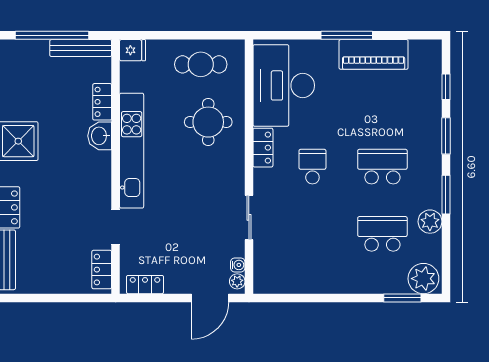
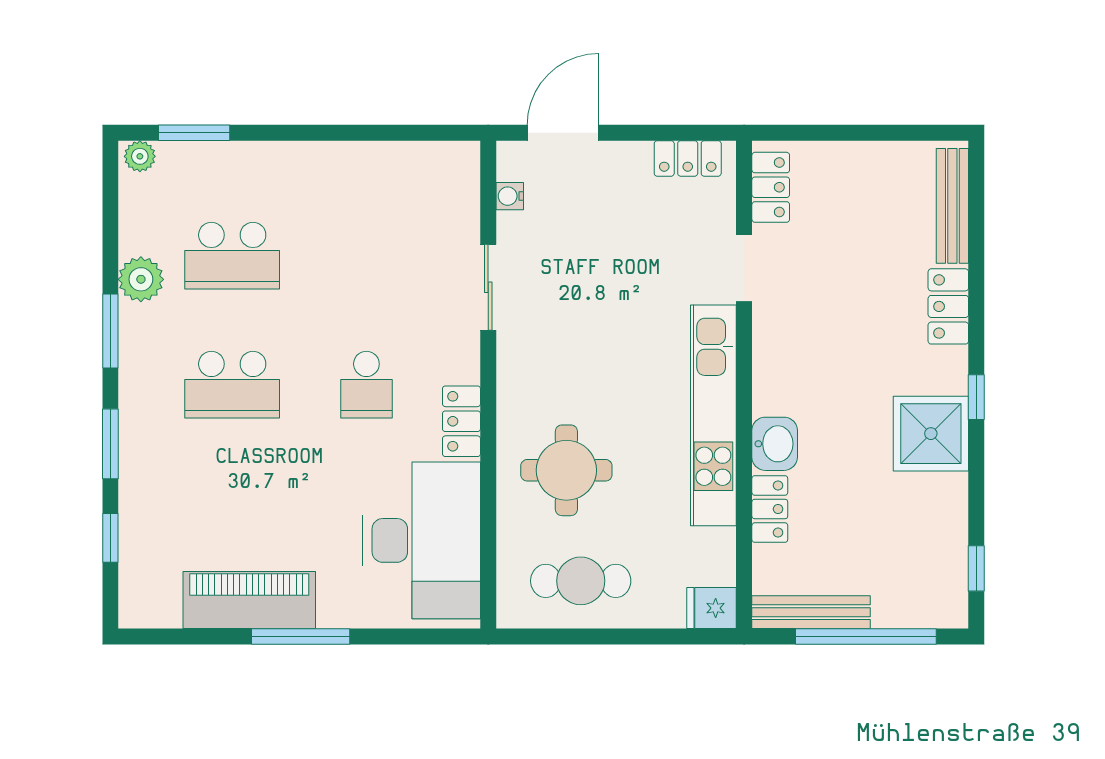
plant: (423, 279) -> (140, 156), width x0.53, depth x0.53
plant: (237, 281) -> (511, 165), removed

